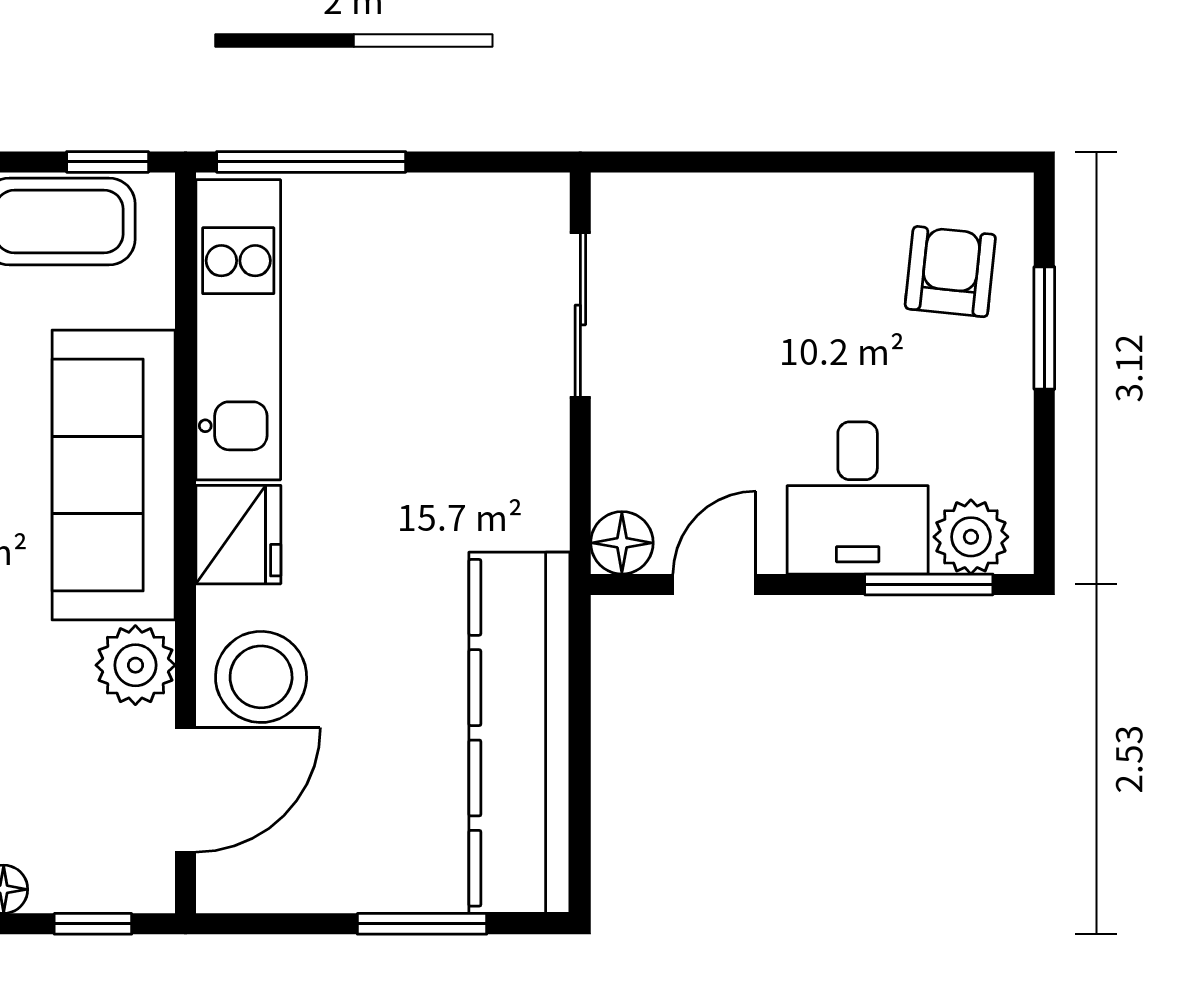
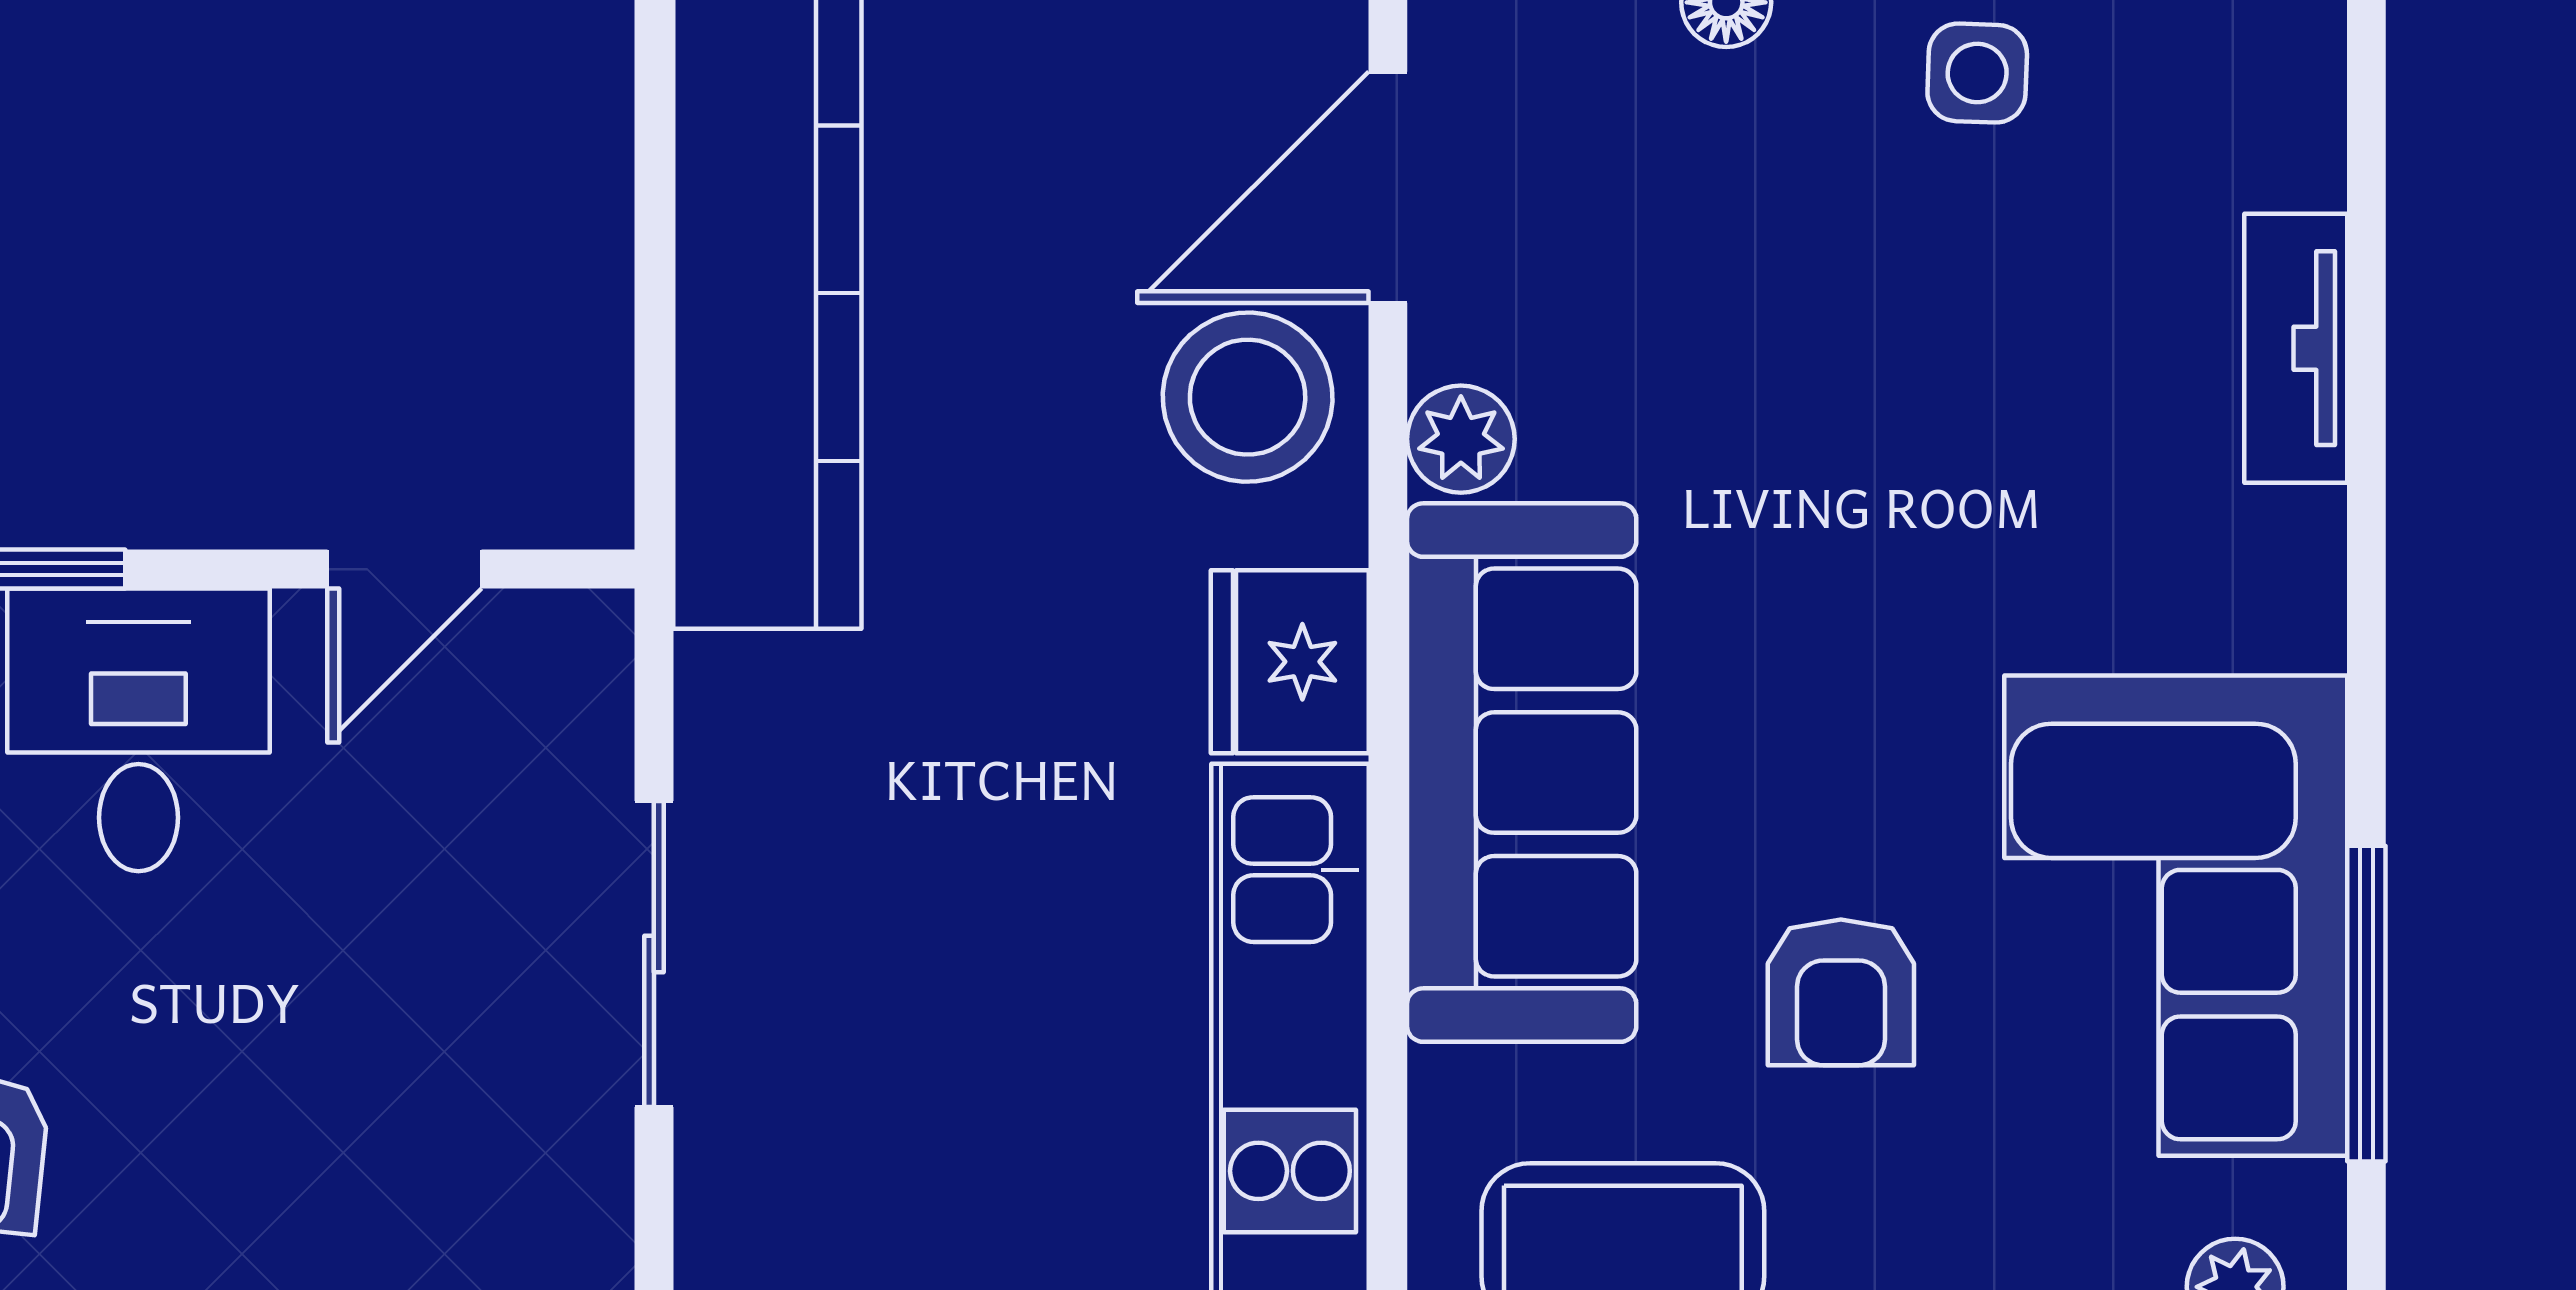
sliding door: (580, 315) -> (654, 954), moved
floor lamp: (622, 543) -> (577, 646), removed
plant: (135, 665) -> (1461, 439), width x0.73, depth x0.73

